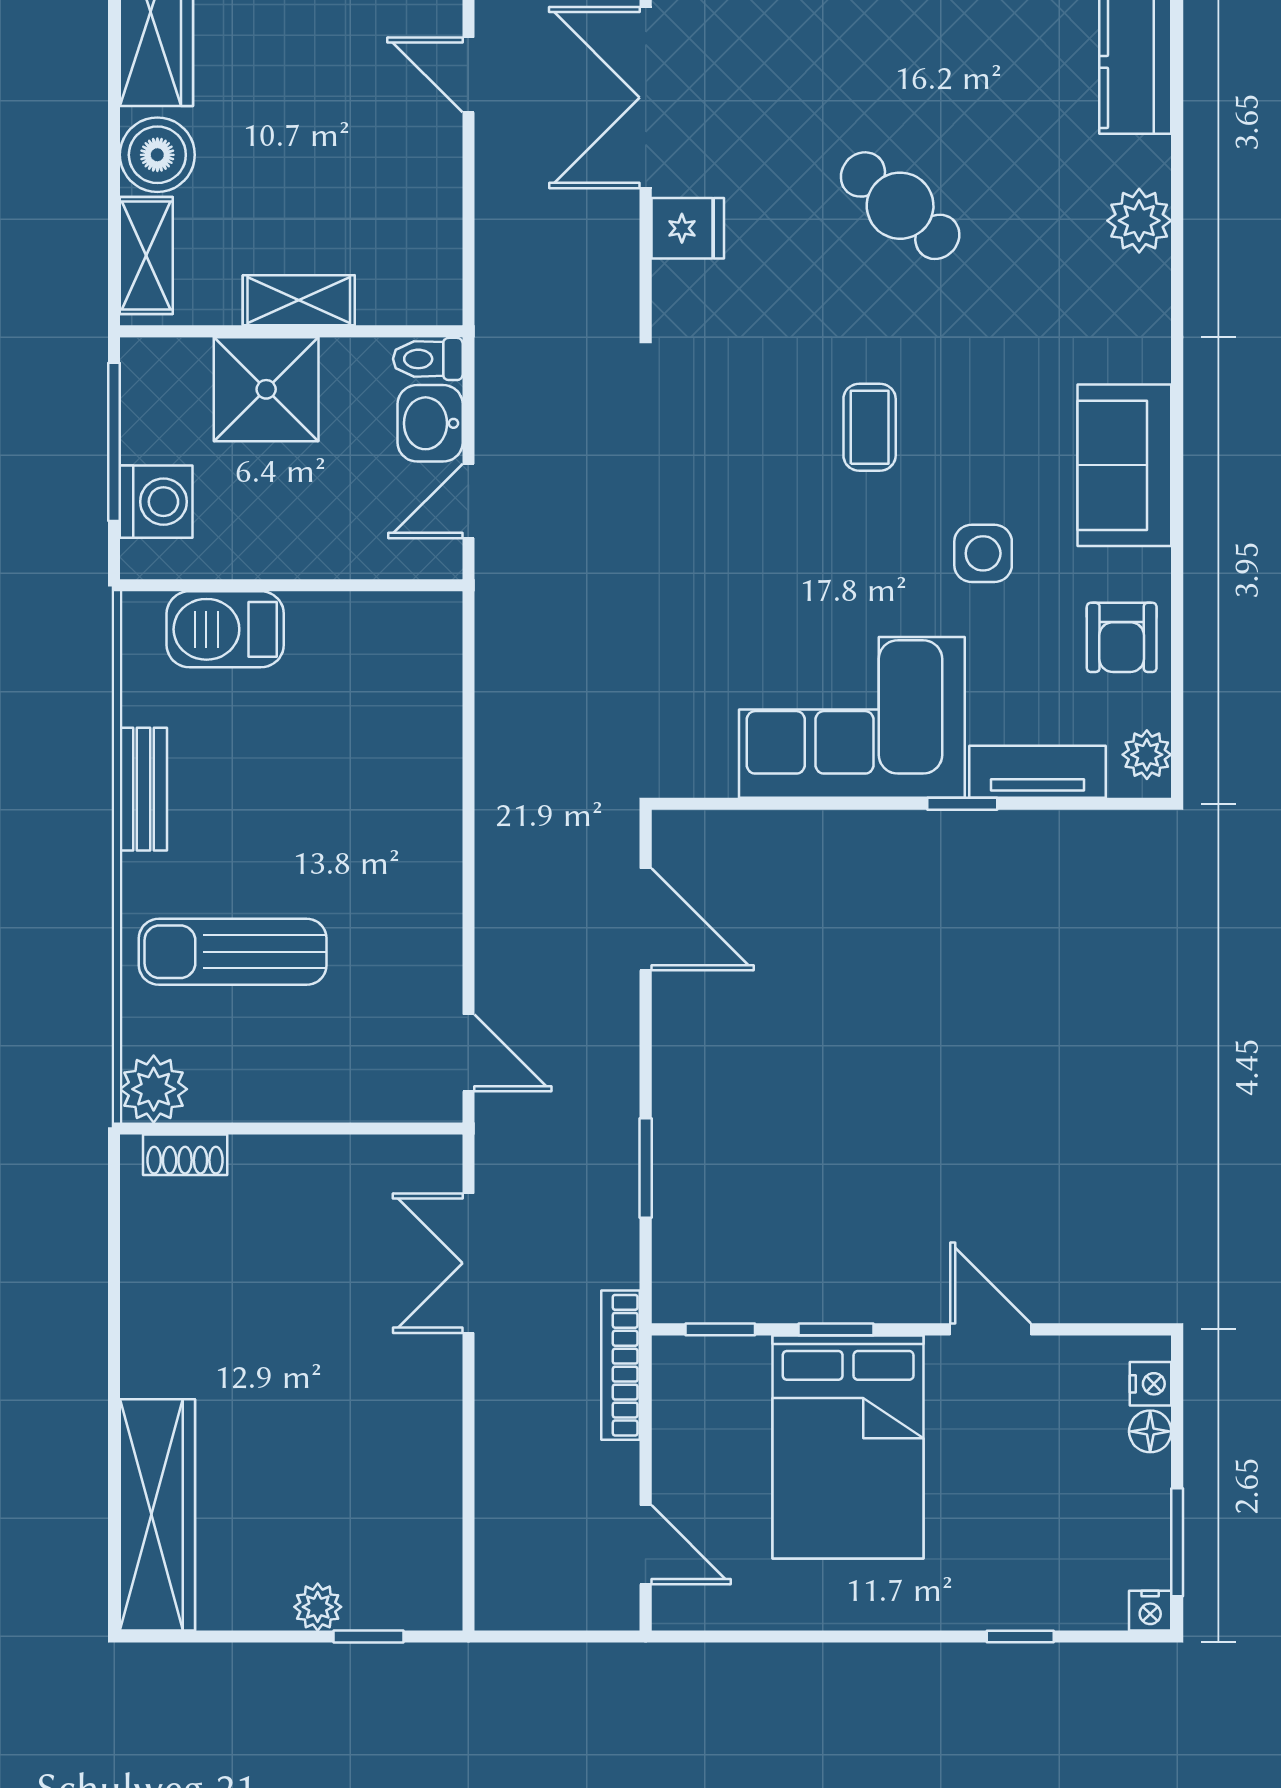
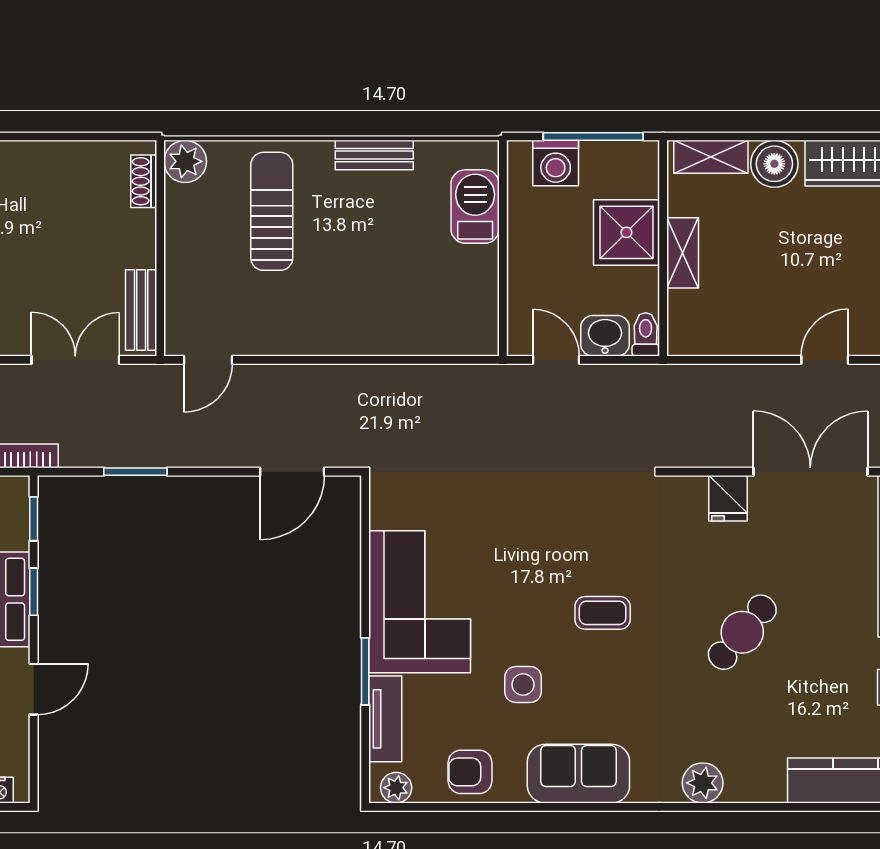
plant: (1139, 221) -> (703, 783), moved
window: (962, 804) -> (365, 671), width x1.50
bench: (389, 1159) -> (141, 310), added

